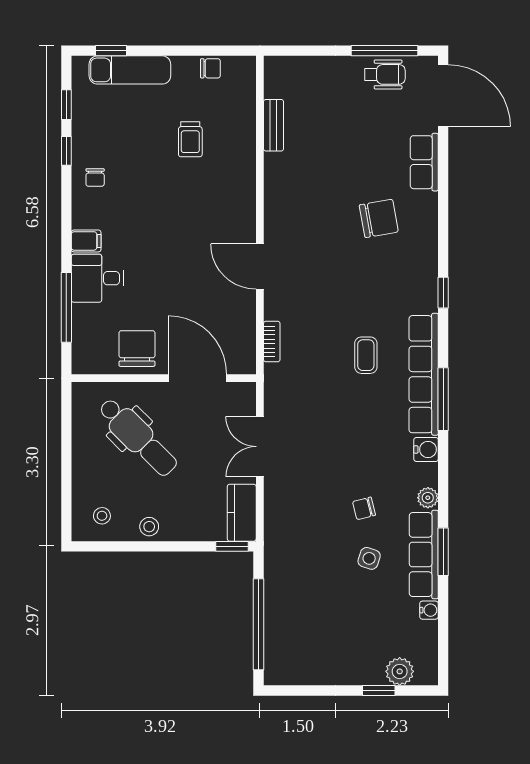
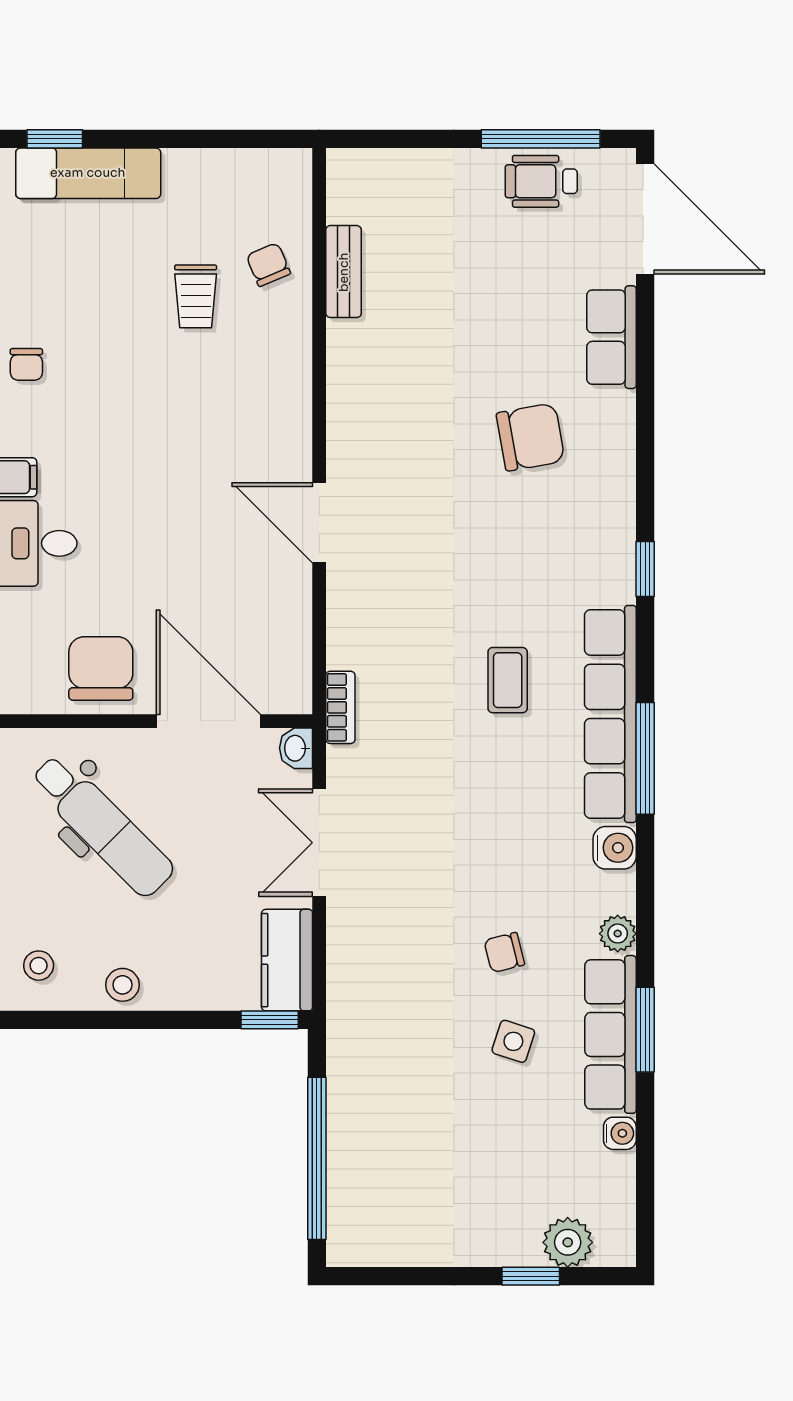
chair: (210, 68) -> (268, 265), moved, turned -113
wheelchair: (385, 74) -> (541, 181), turned 180
bookcase: (272, 342) -> (340, 707), moved
washbasin: (247, 393) -> (296, 748), added

